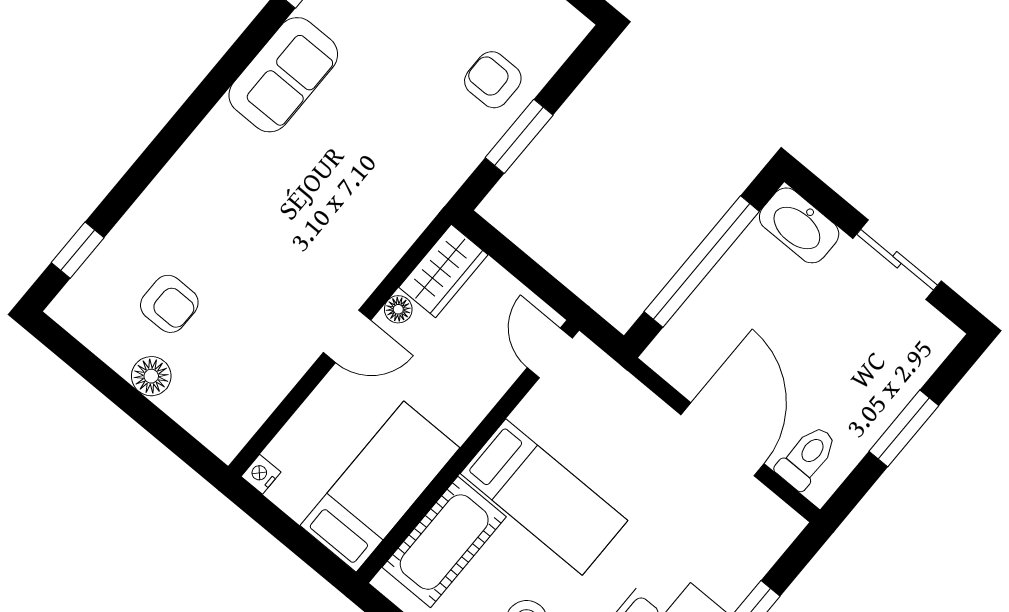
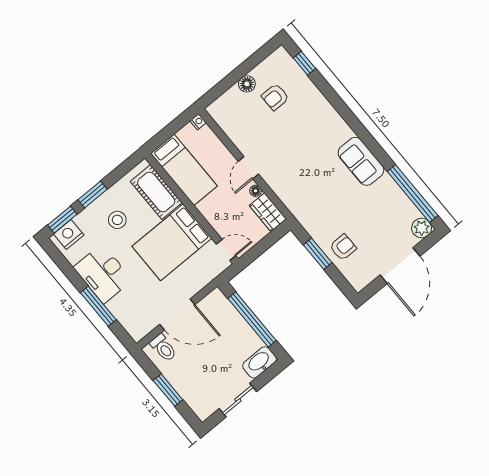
bed: (544, 497) -> (172, 242), width x1.50

